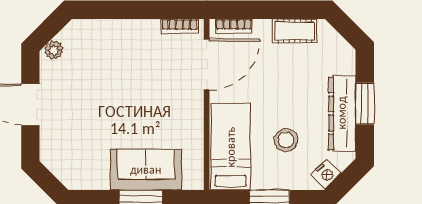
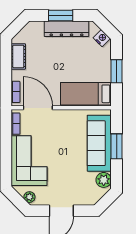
corner sofa: (116, 49) -> (29, 161), added
stool: (286, 140) -> (82, 62), removed
sofa: (146, 170) -> (99, 143), width x1.36
plant: (83, 177) -> (104, 180), added

